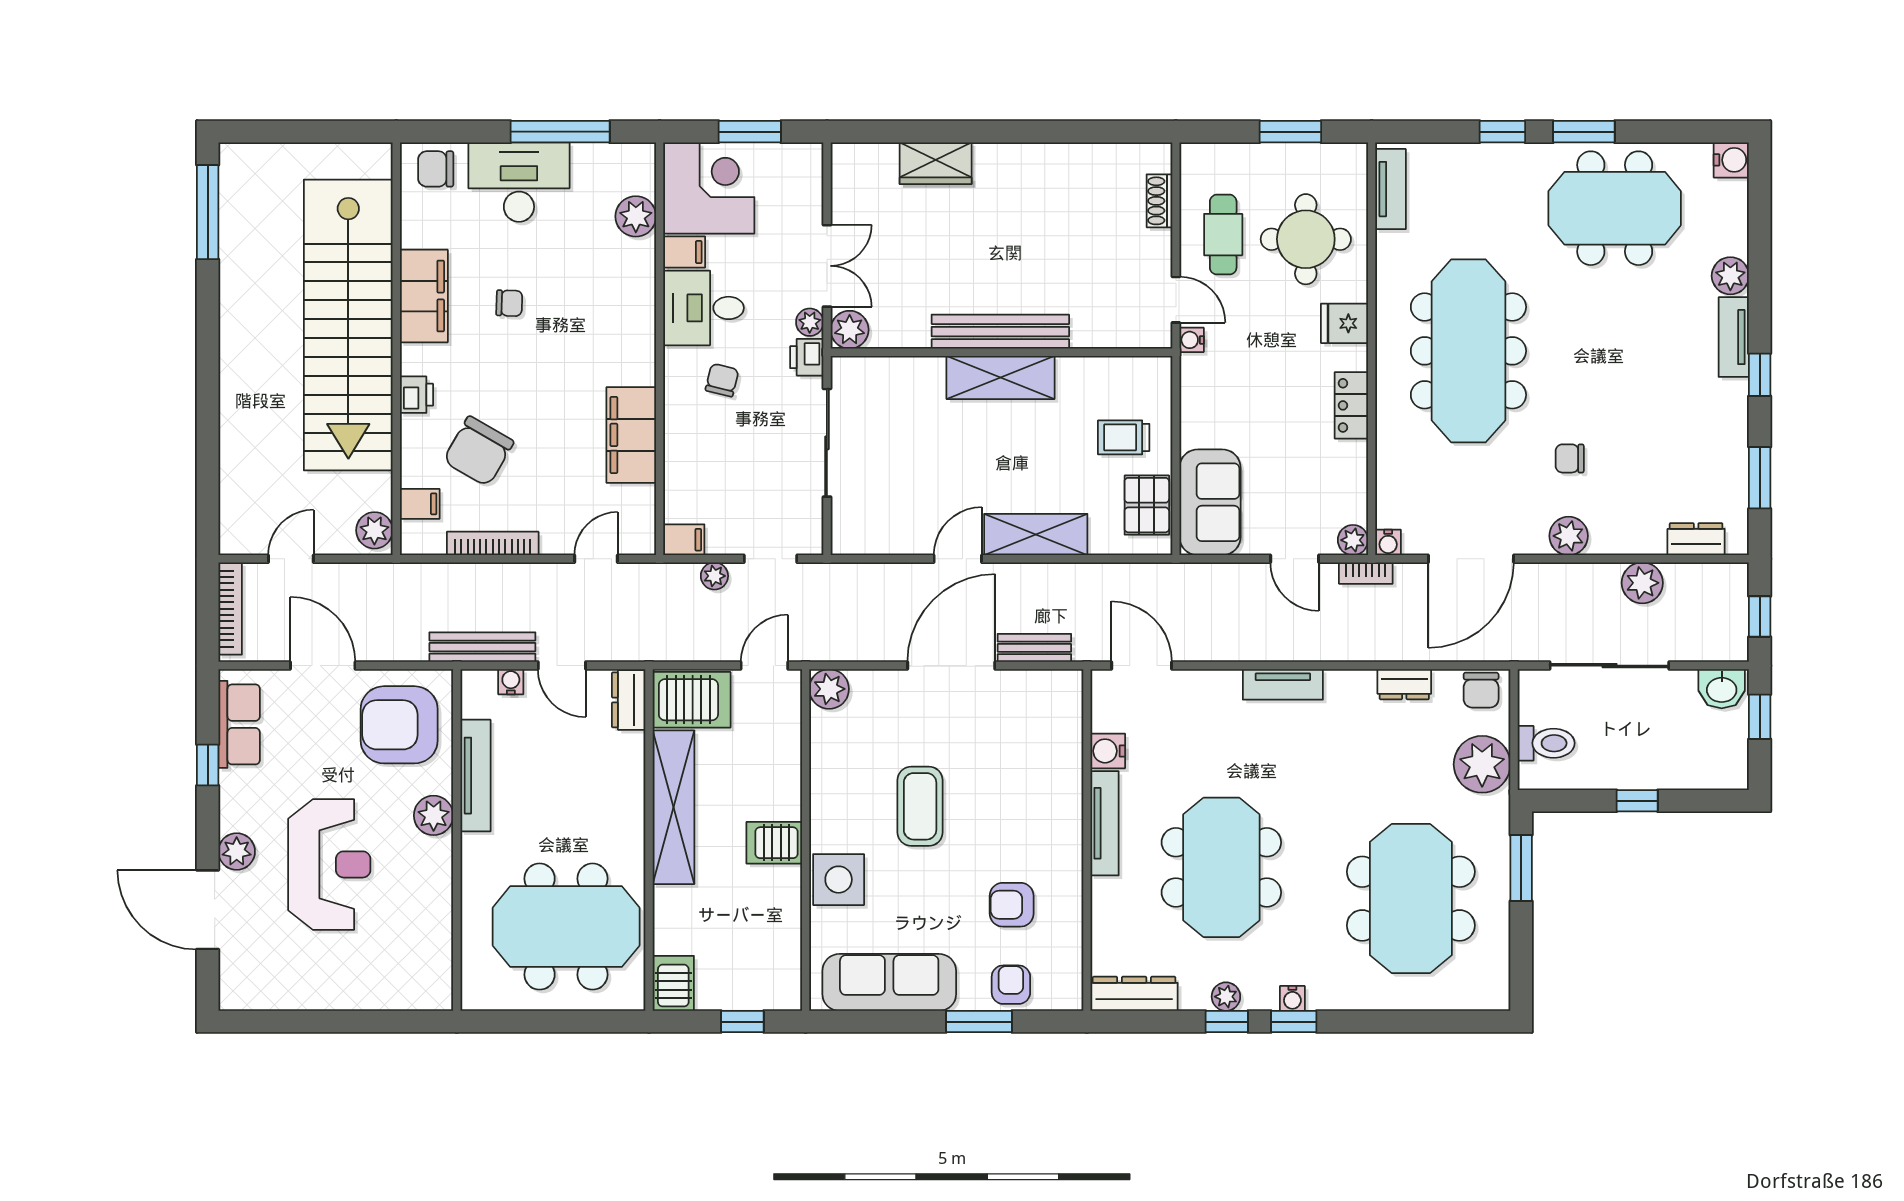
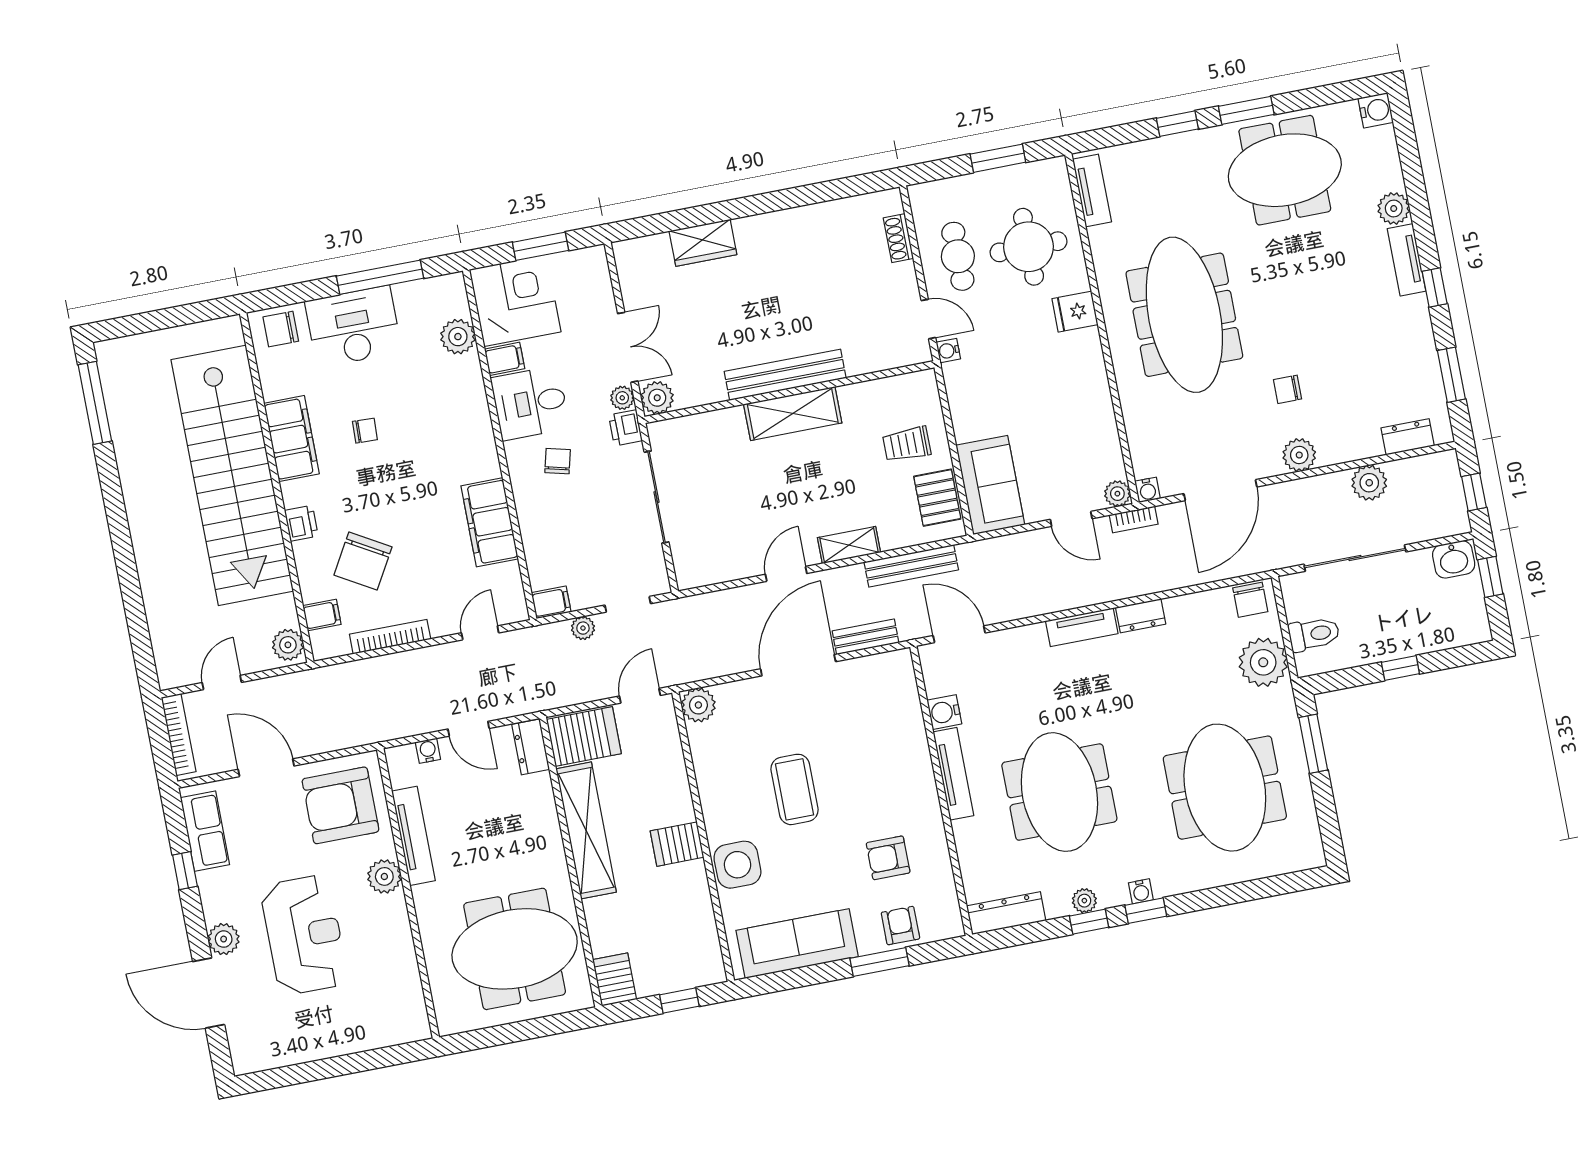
locker: (1351, 405) -> (1094, 380), removed
shelving: (1036, 535) -> (849, 545), width x0.67, depth x0.75
bench: (482, 647) -> (911, 566), moved
dresser: (1404, 684) -> (1141, 616), moved

